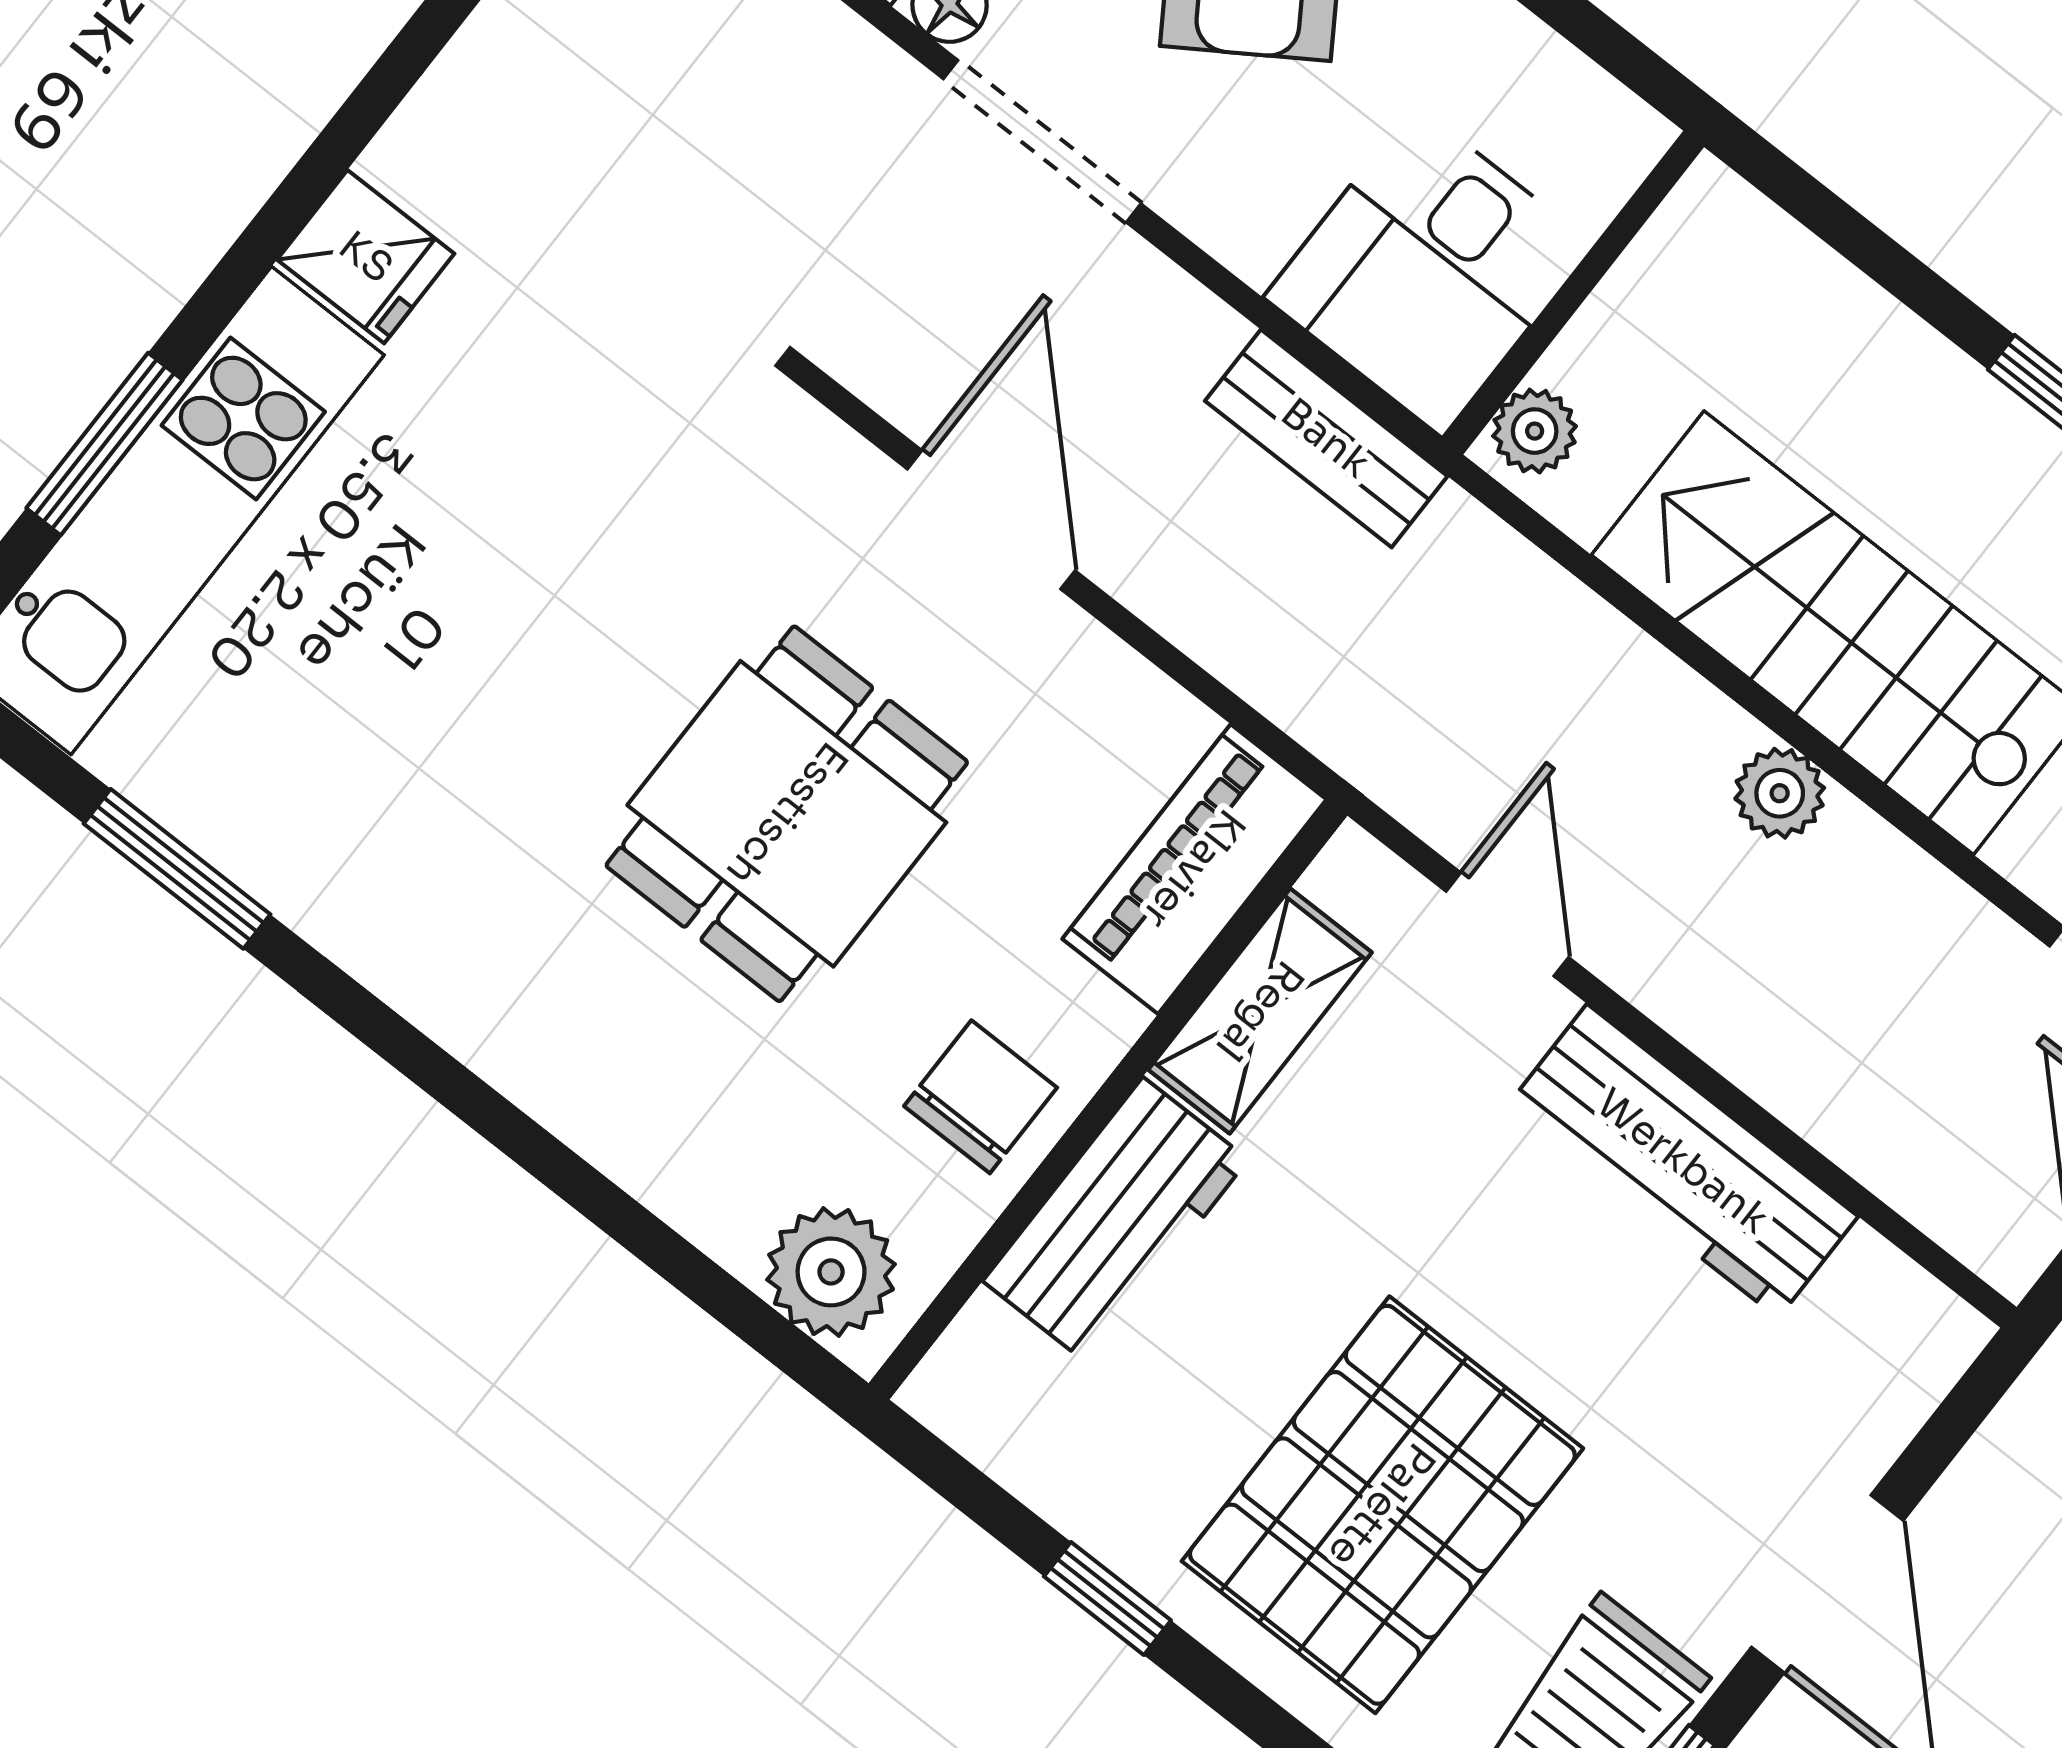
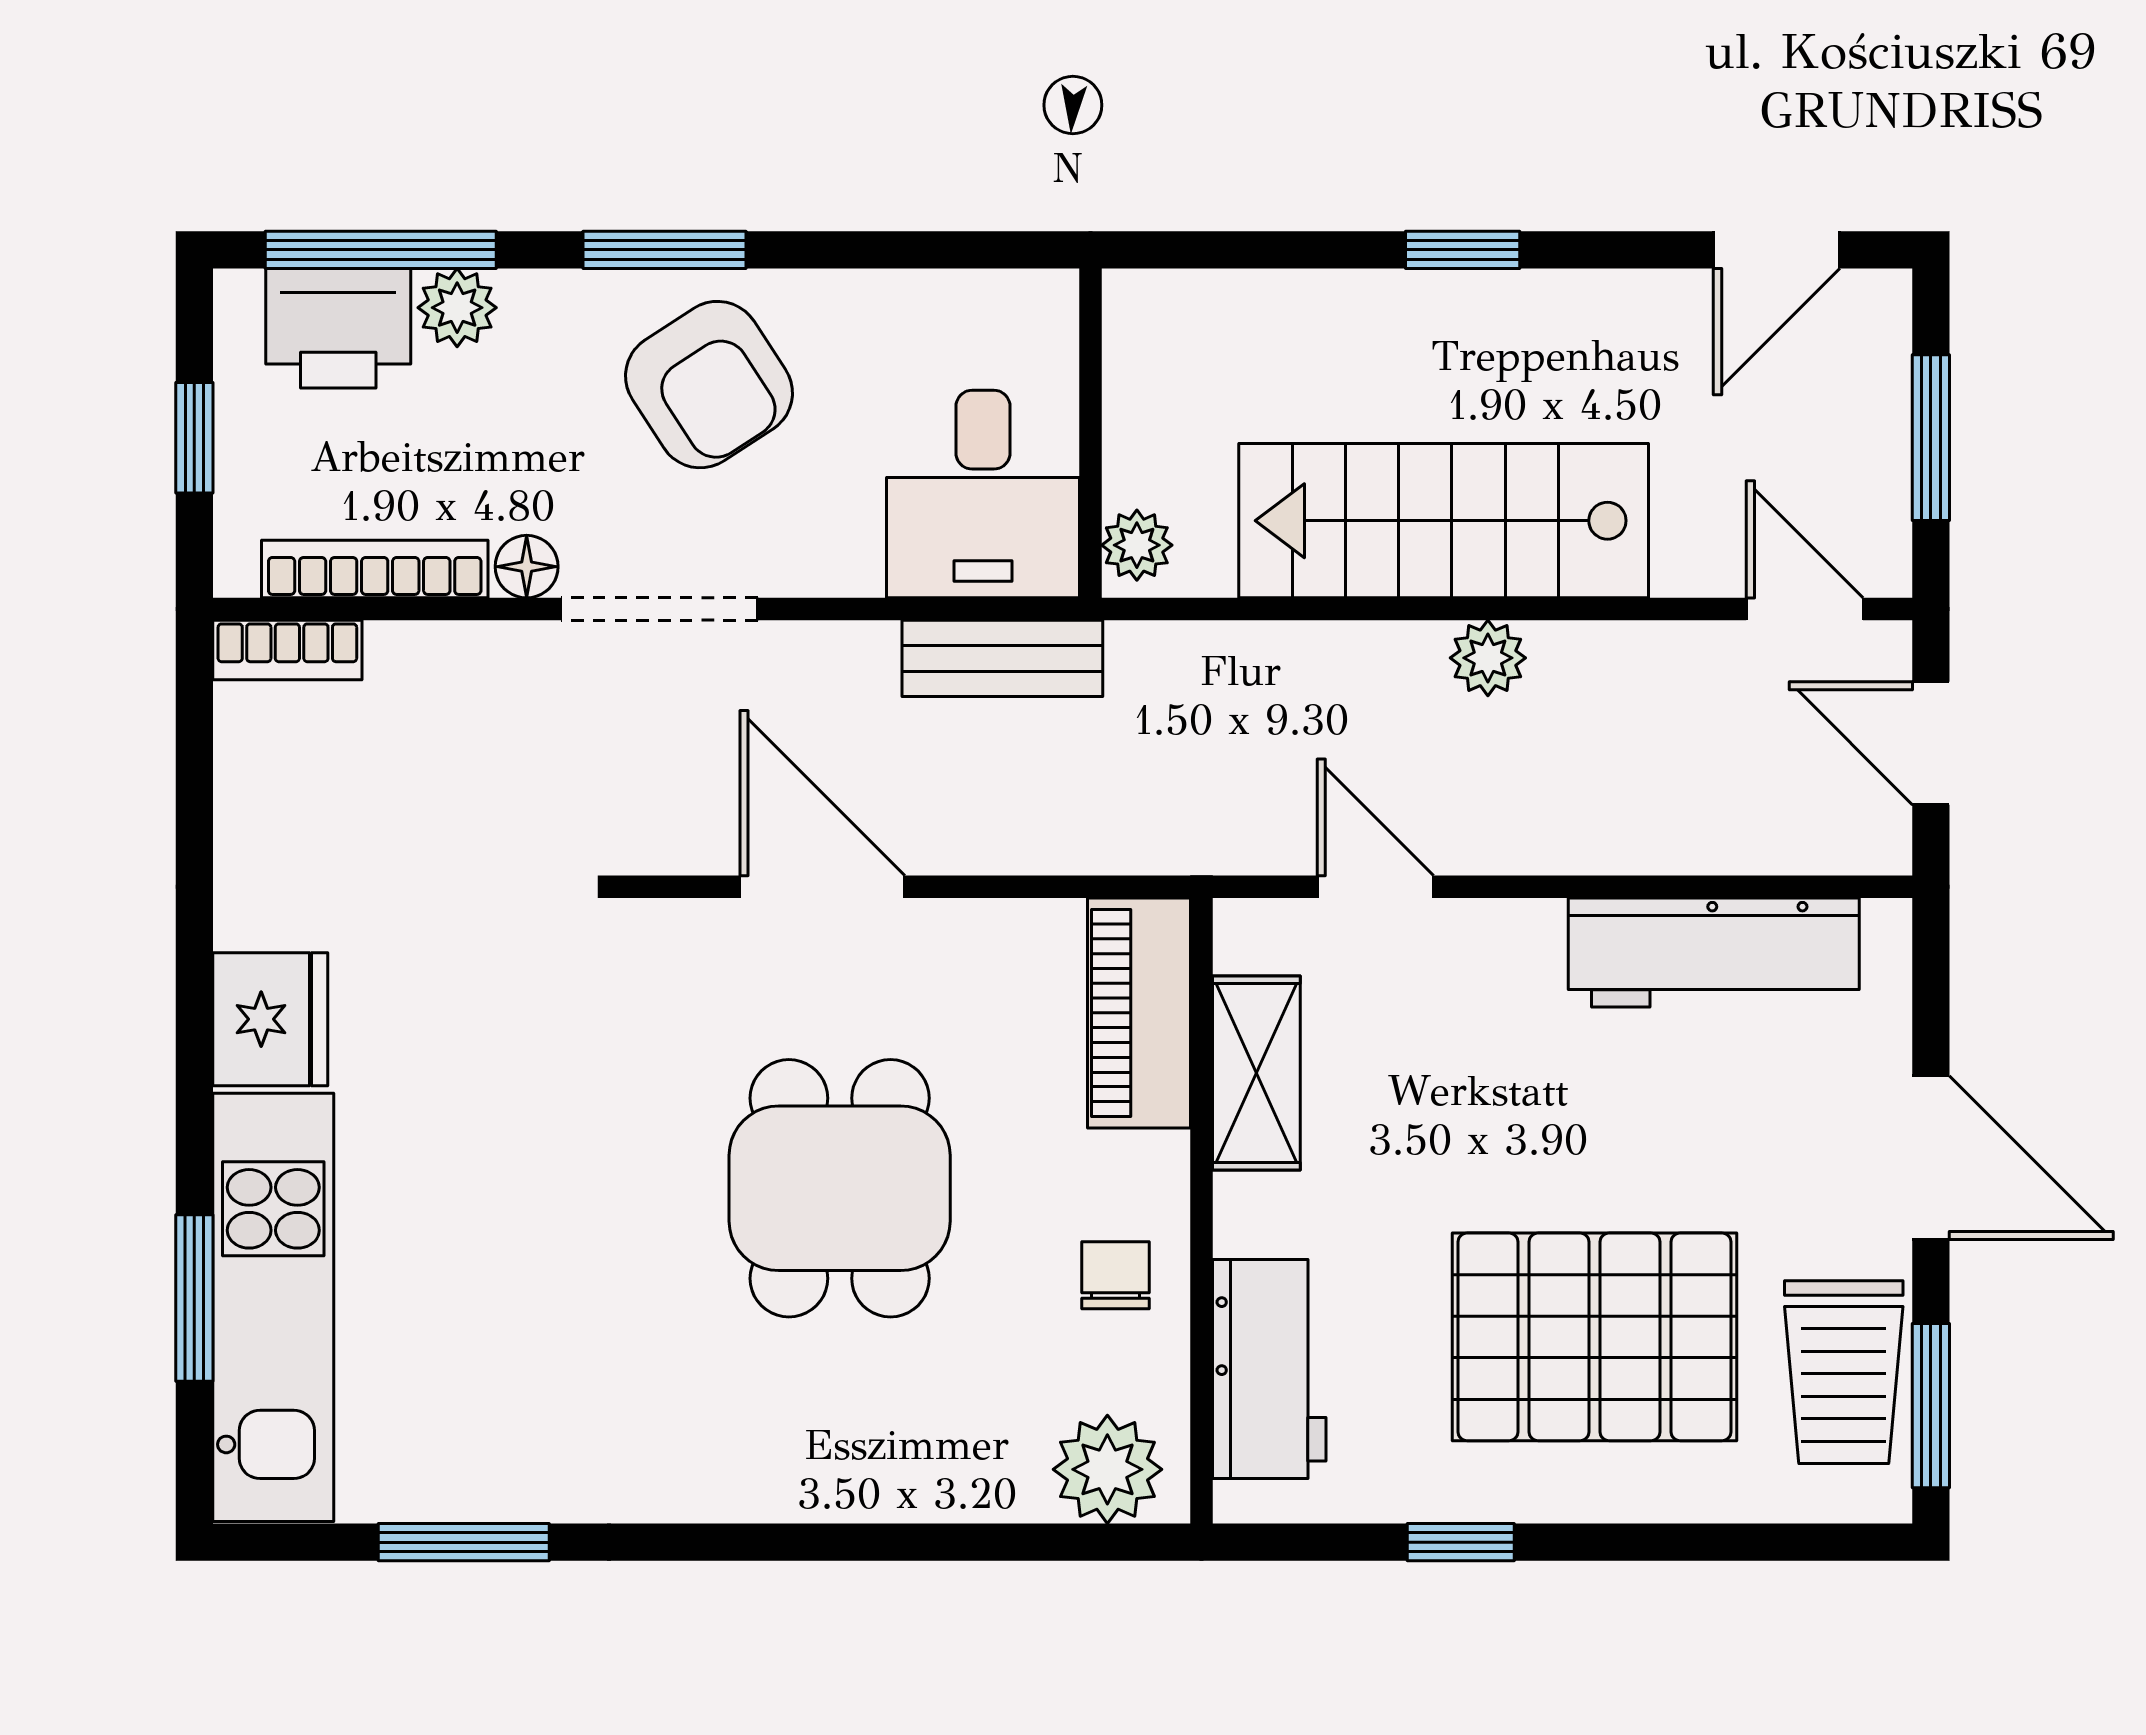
fridge: (366, 257) -> (270, 1019), width x1.38
chair: (981, 1097) -> (1116, 1275), width x0.73, depth x0.73
workbench: (1683, 1161) -> (1714, 953), moved
workbench: (1115, 1220) -> (1269, 1369), moved
pallet: (1382, 1505) -> (1595, 1337), turned 90

